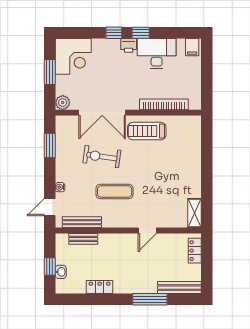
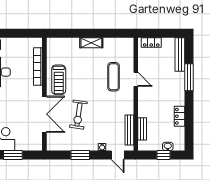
plant: (63, 103) -> (37, 145), removed
window: (50, 145) -> (80, 155), moved
exercise mat: (115, 191) -> (114, 77), moved
shelving: (195, 213) -> (91, 43), moved

